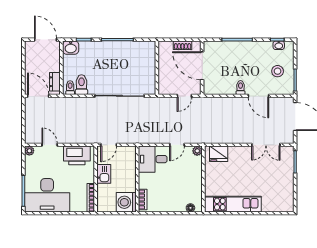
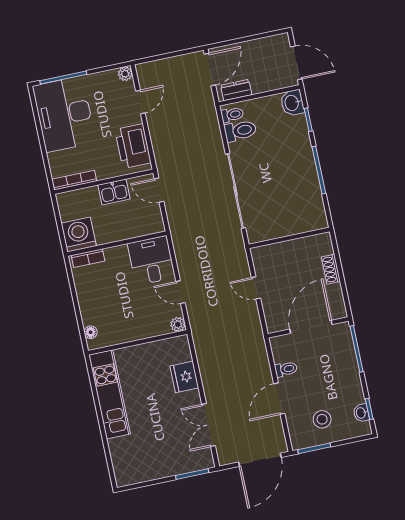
door: (46, 40) -> (296, 63), hinge flipped
door: (202, 66) -> (311, 327), moved
wall: (202, 68) -> (308, 327), moved
fridge: (219, 154) -> (184, 377), moved

